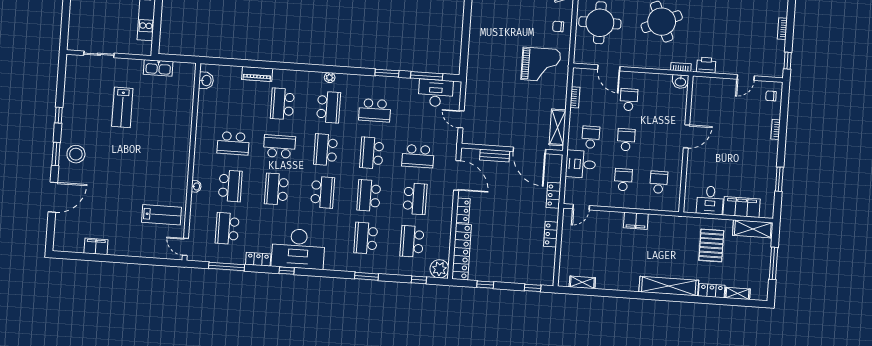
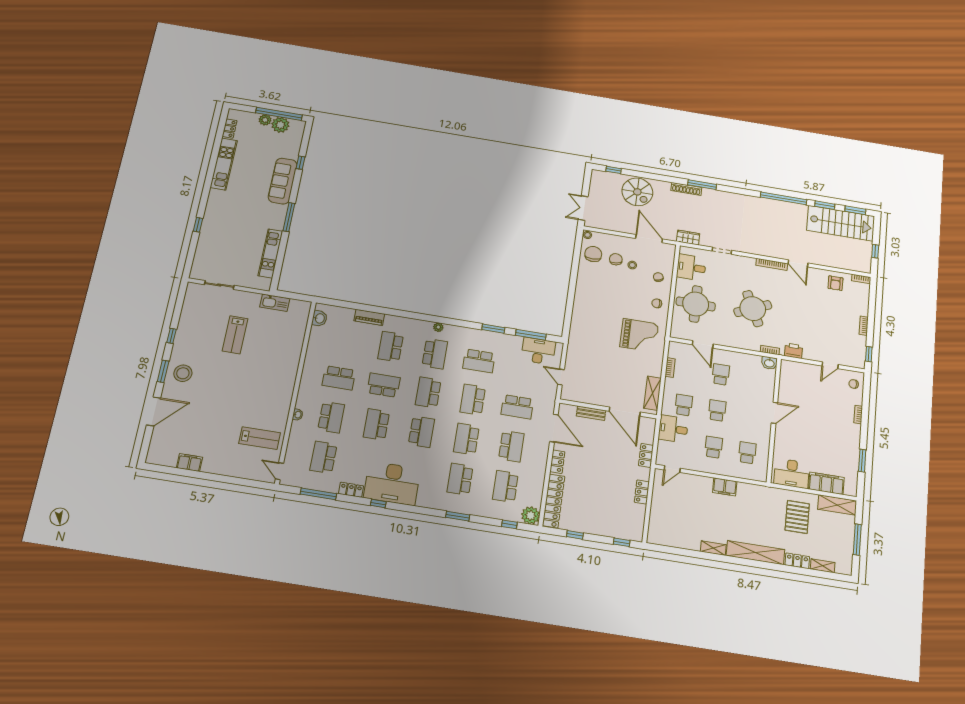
desk: (710, 200) -> (792, 473), width x1.37
shelving: (582, 282) -> (713, 548), moved

